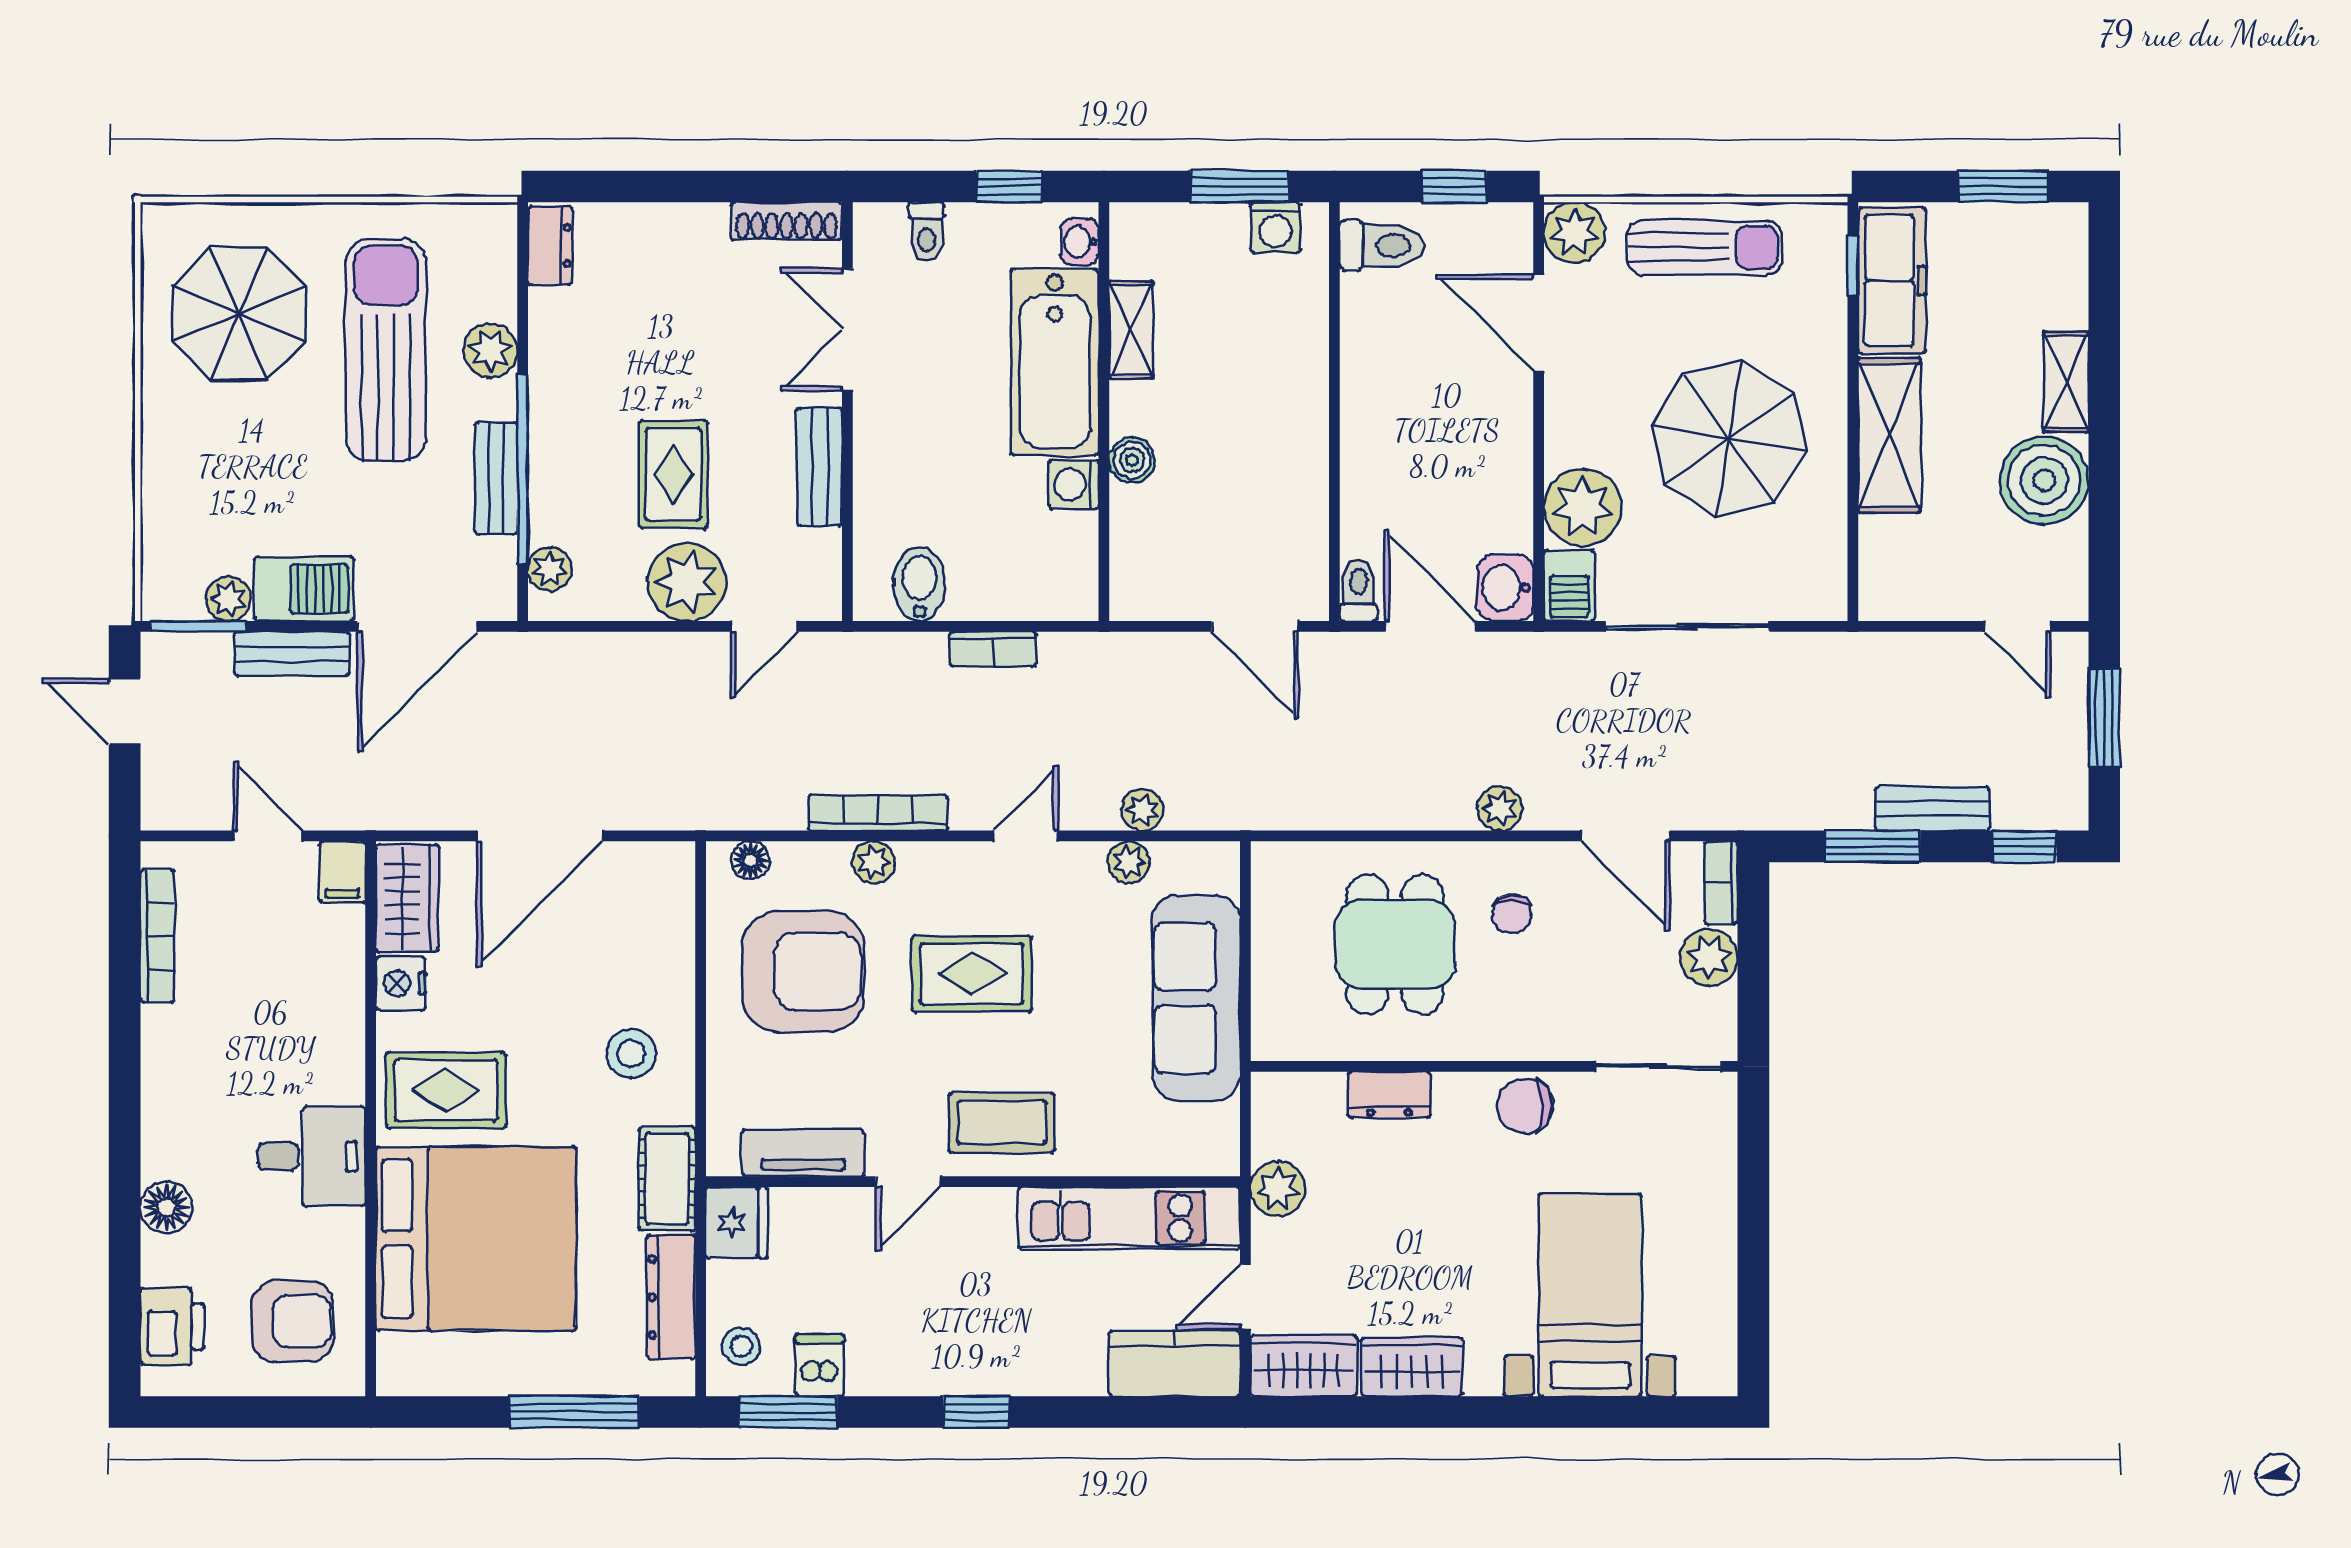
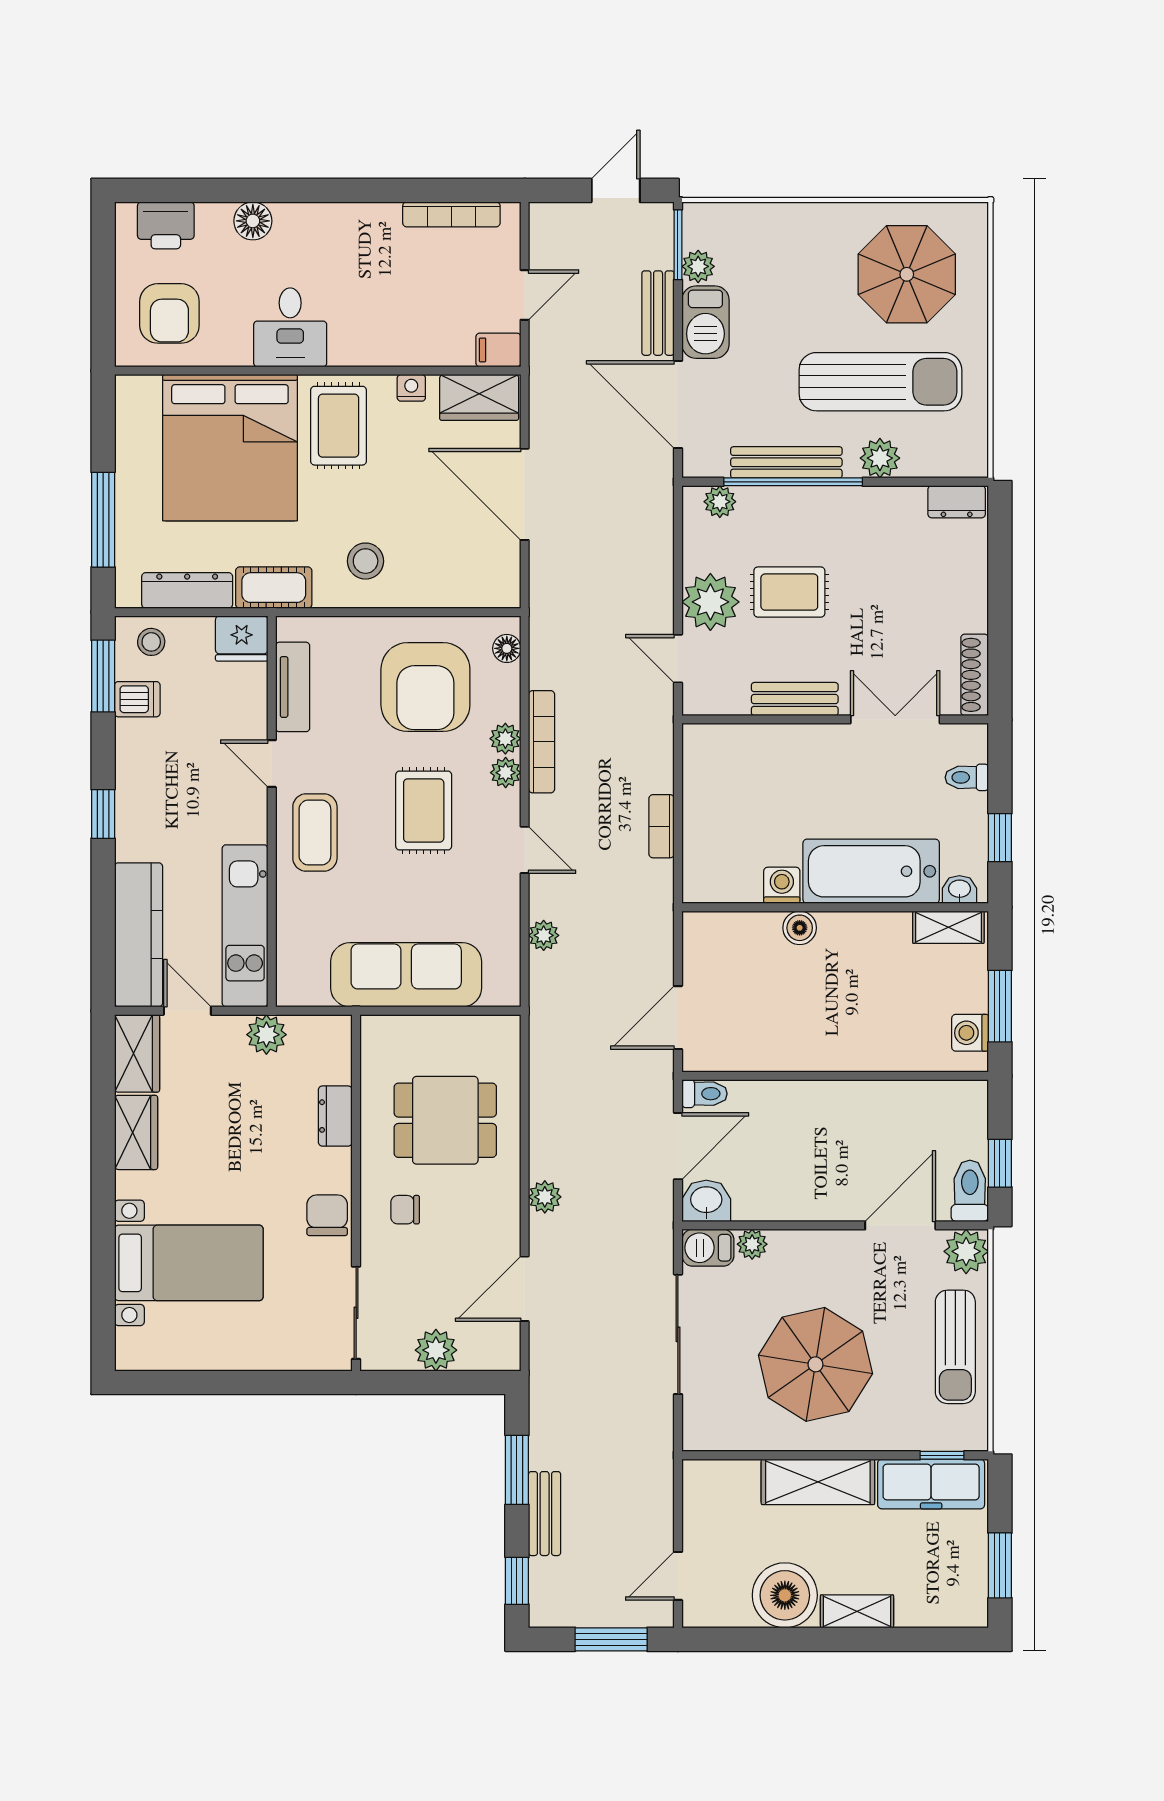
toilet: (1382, 245) -> (970, 1191), moved, turned 180
shelving: (1131, 330) -> (948, 927), moved
bench: (496, 478) -> (786, 462), width x1.36
plant: (1582, 507) -> (752, 1244), width x0.53, depth x0.53
bidet: (920, 584) -> (709, 772), removed
plant: (1129, 862) -> (506, 773), moved
bookcase: (1721, 883) -> (490, 1359), removed
chair: (1512, 914) -> (405, 1210), moved
nightstand: (401, 983) -> (411, 388), width x0.72, depth x0.74
kitchen counter: (1174, 1363) -> (139, 935), width x1.50

